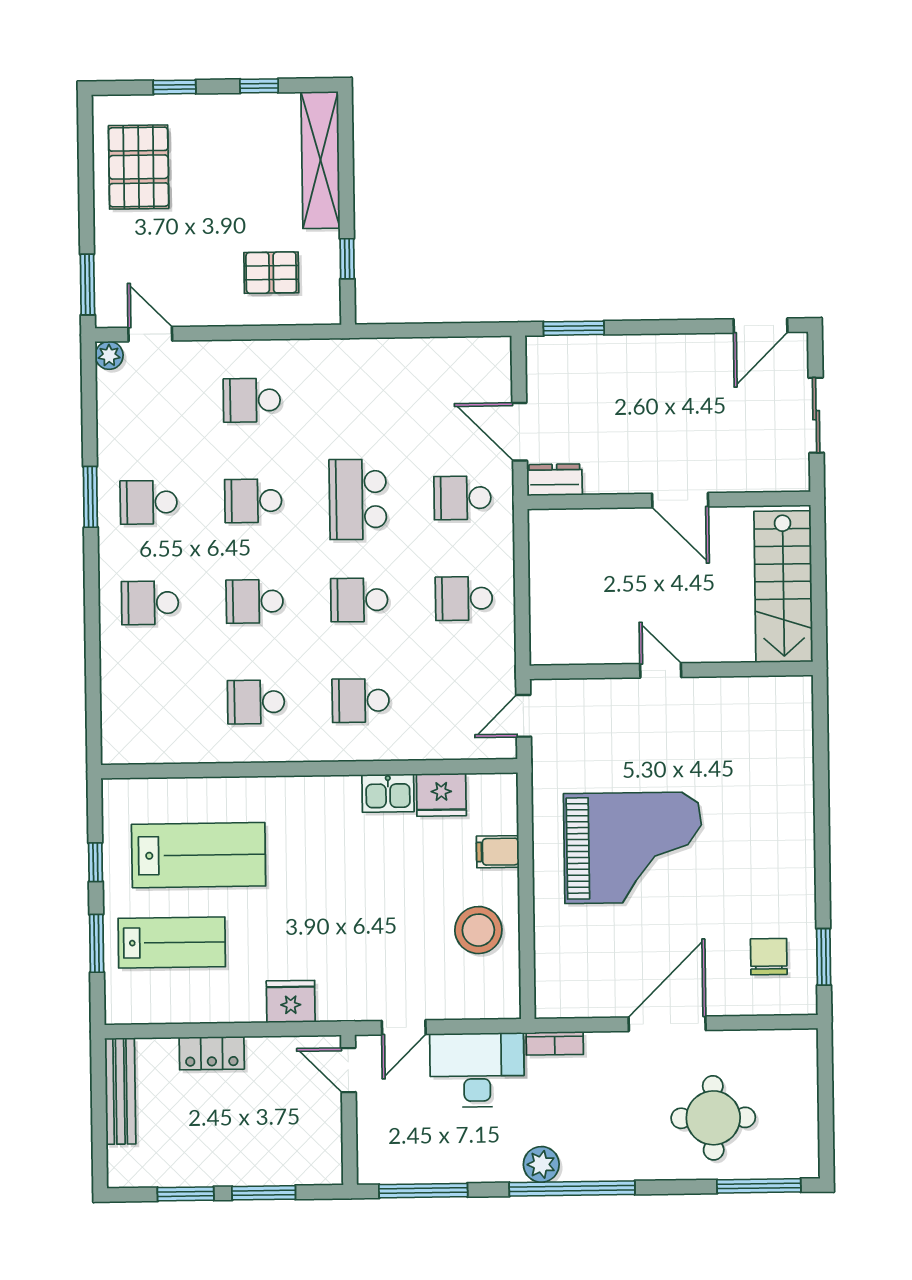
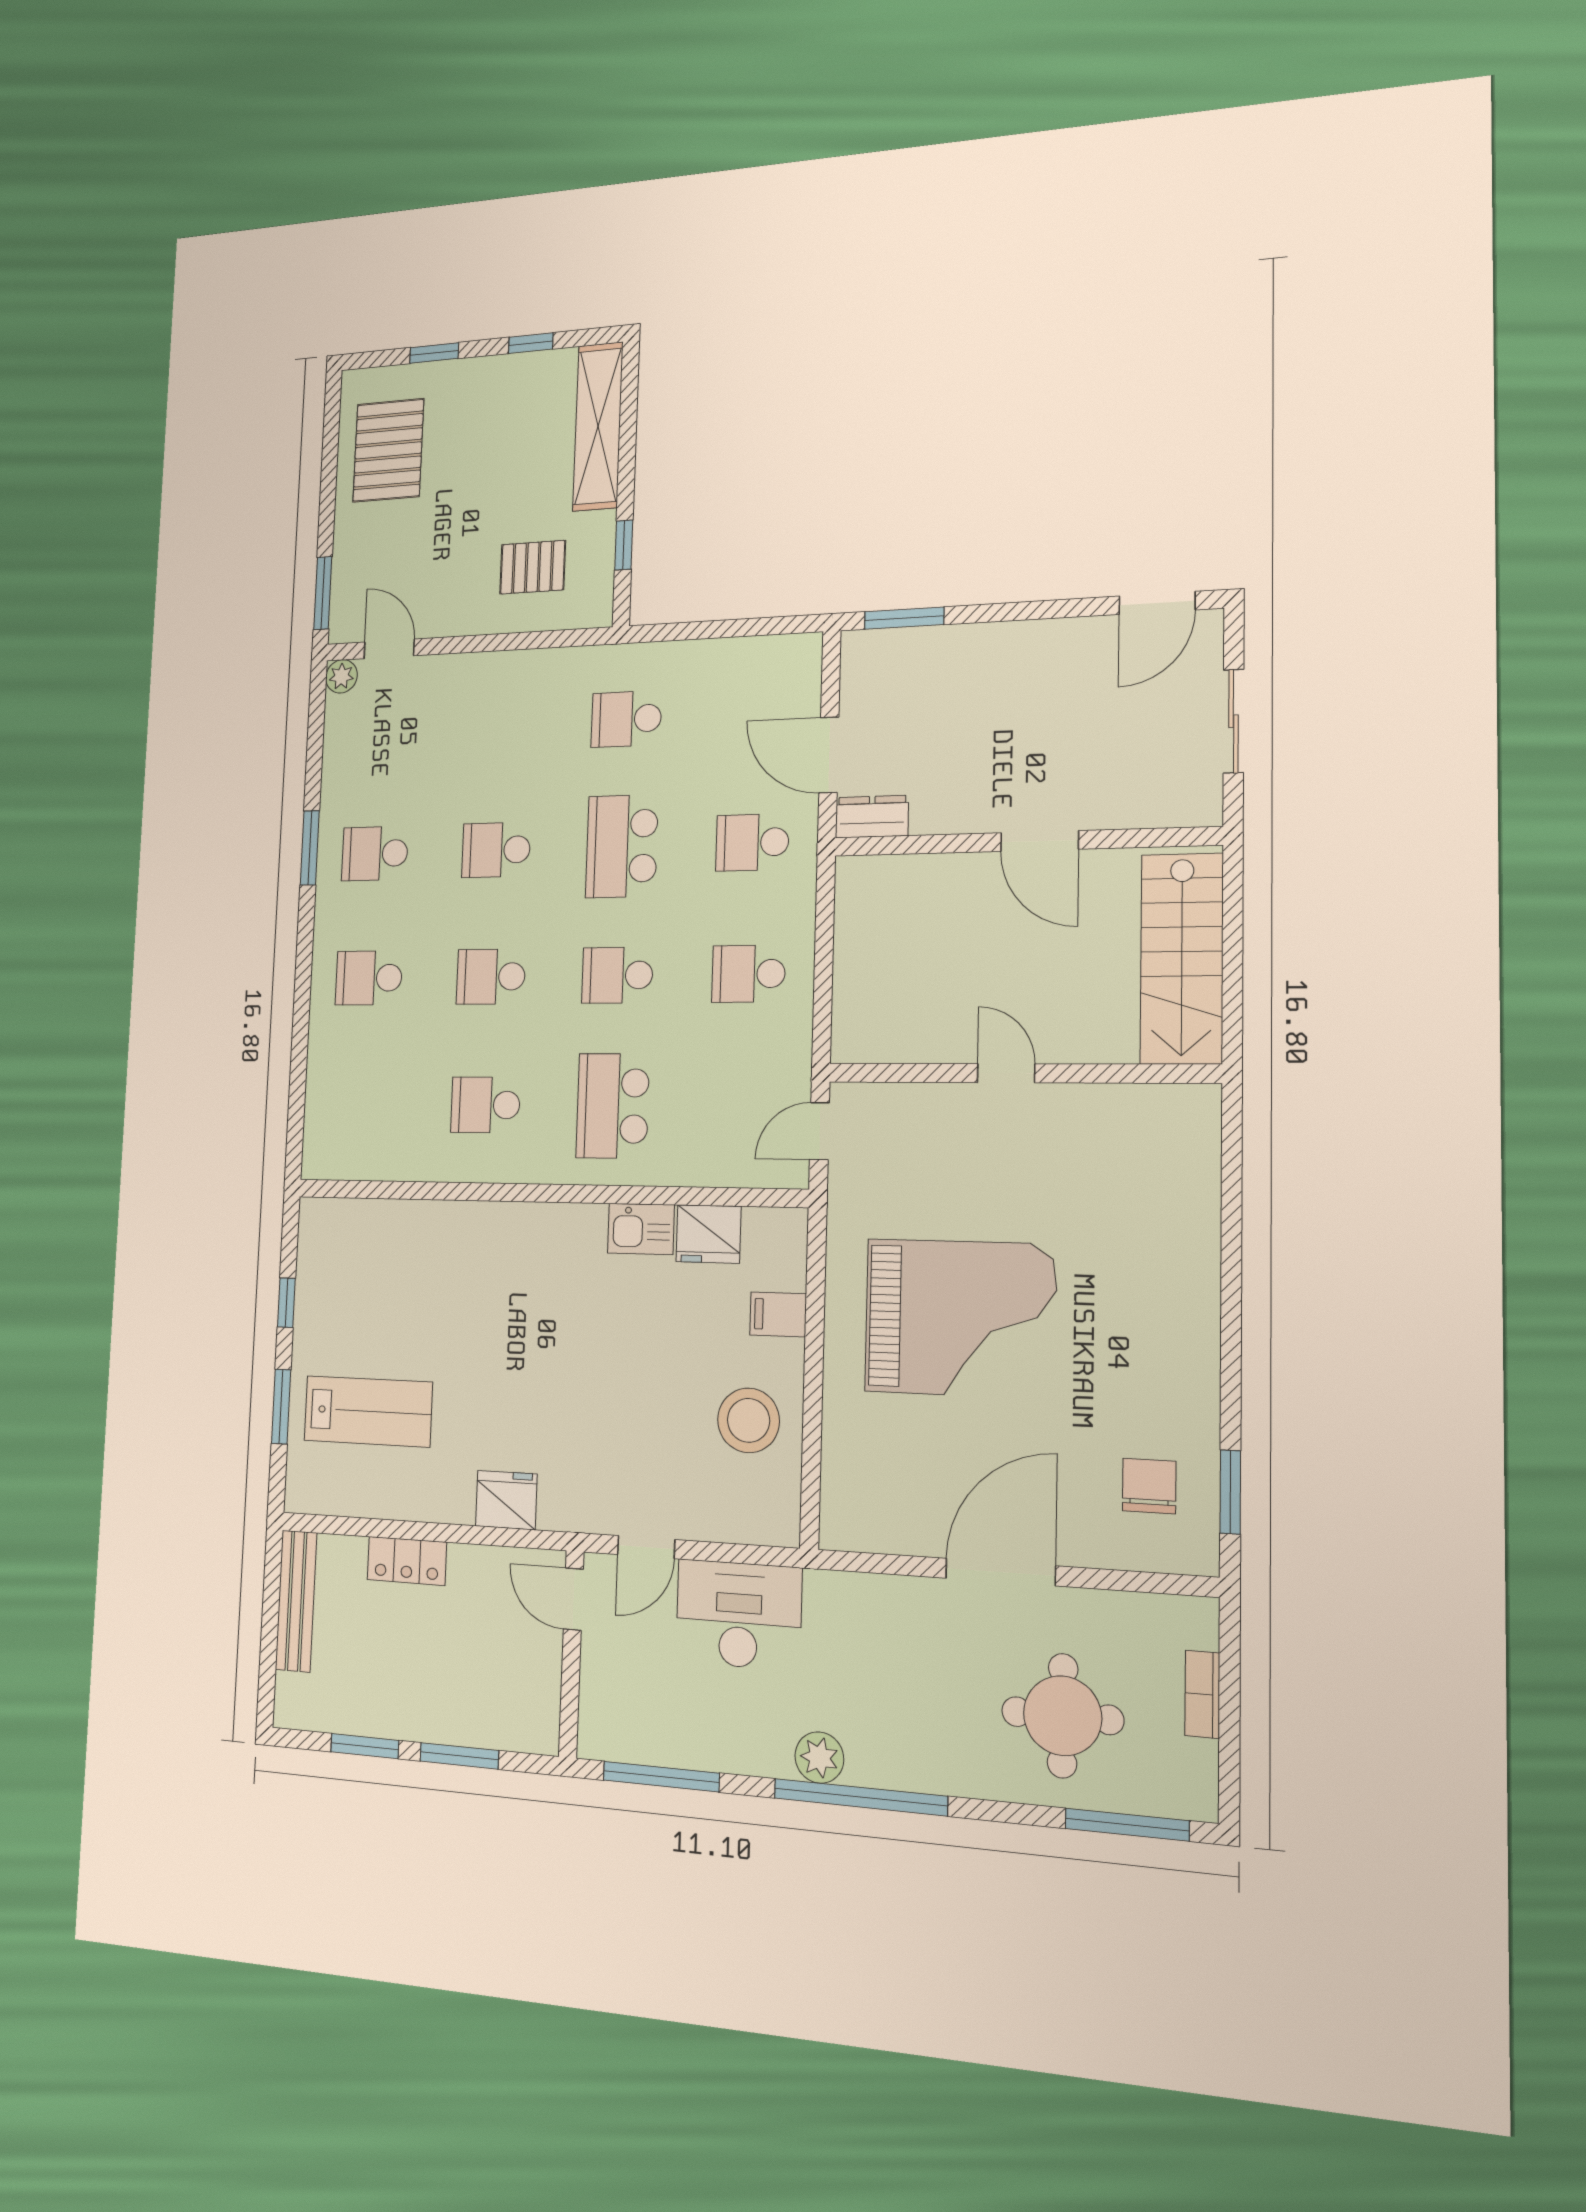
school desk: (252, 400) -> (626, 719), moved
school desk: (361, 700) -> (613, 1106), width x1.85
lab bench: (199, 855) -> (406, 1300), removed
bookcase: (555, 1043) -> (1202, 1694), moved, turned 90

